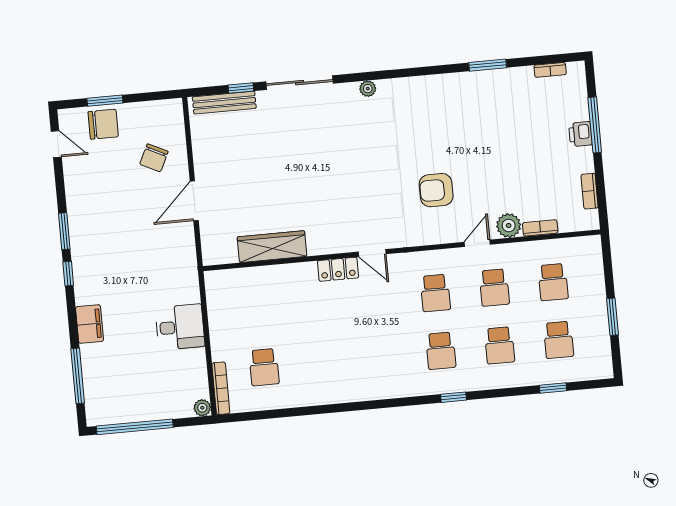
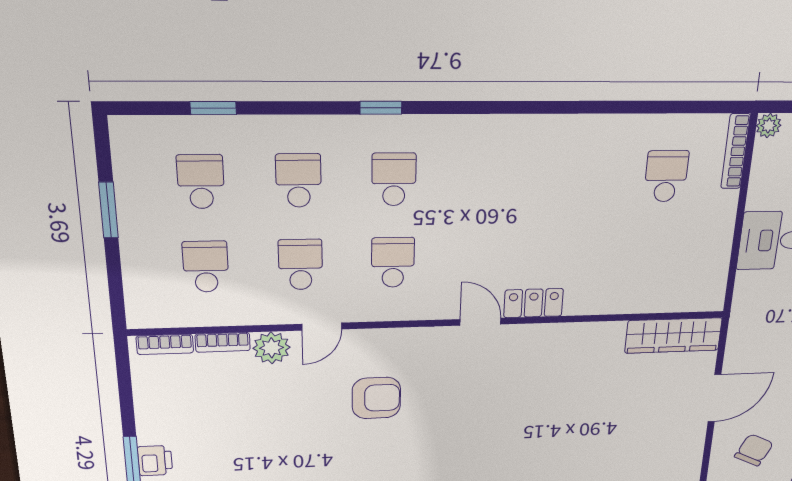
bookcase: (590, 191) -> (165, 344), moved, turned 90
wardrobe: (272, 247) -> (674, 335), moved

